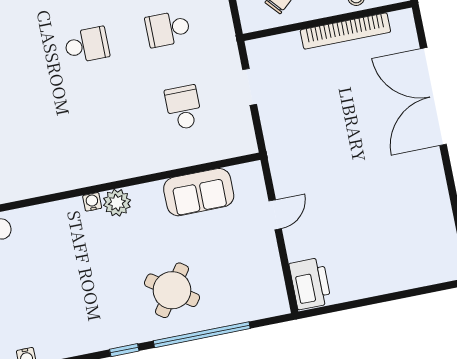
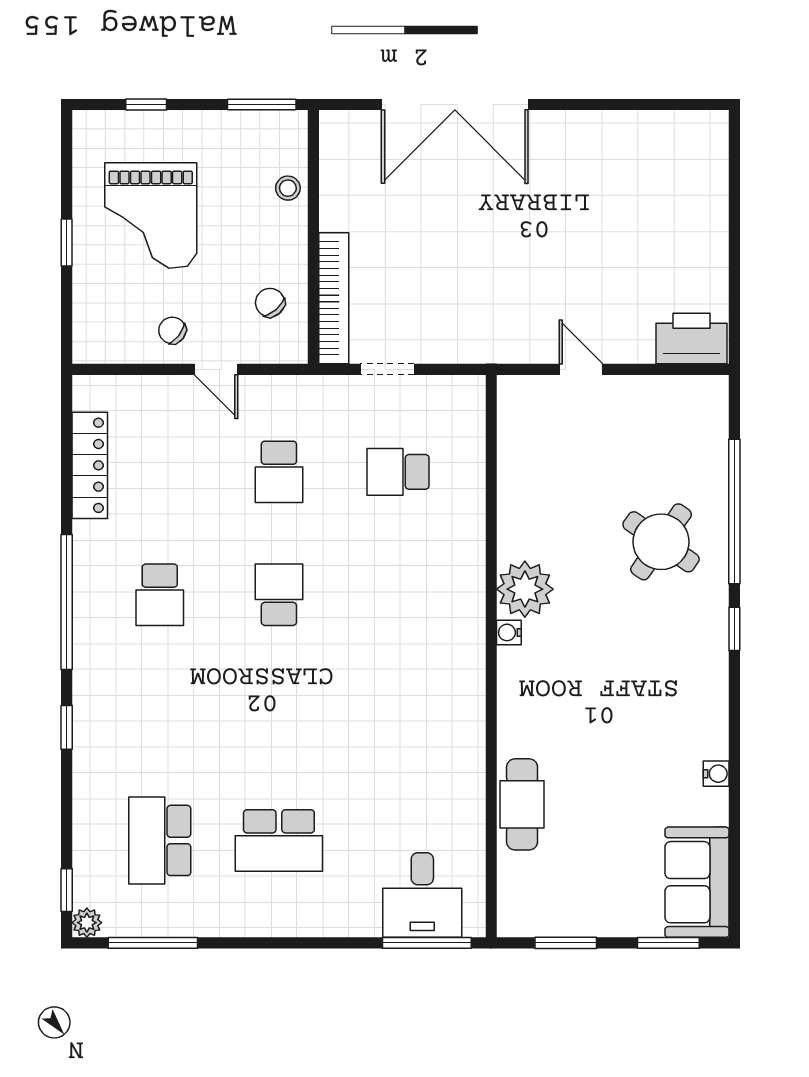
bookcase: (345, 31) -> (334, 298), moved
sofa: (199, 192) -> (526, 474), removed
plant: (117, 203) -> (525, 589), width x1.36, depth x1.36

